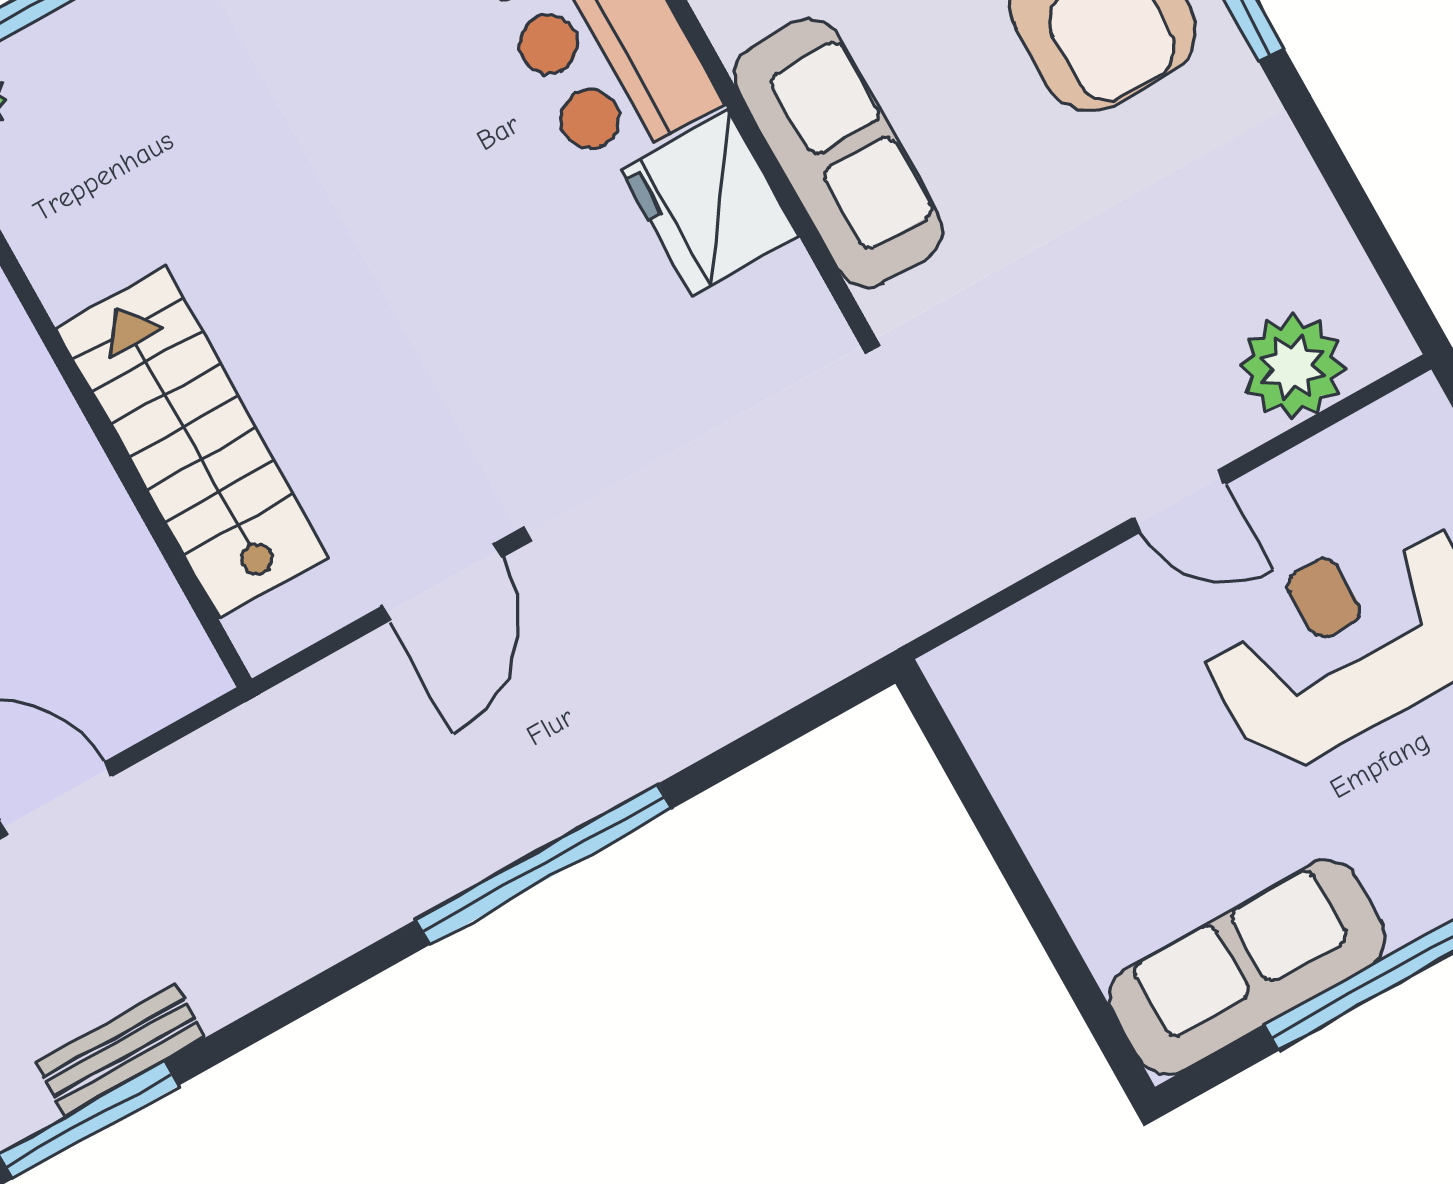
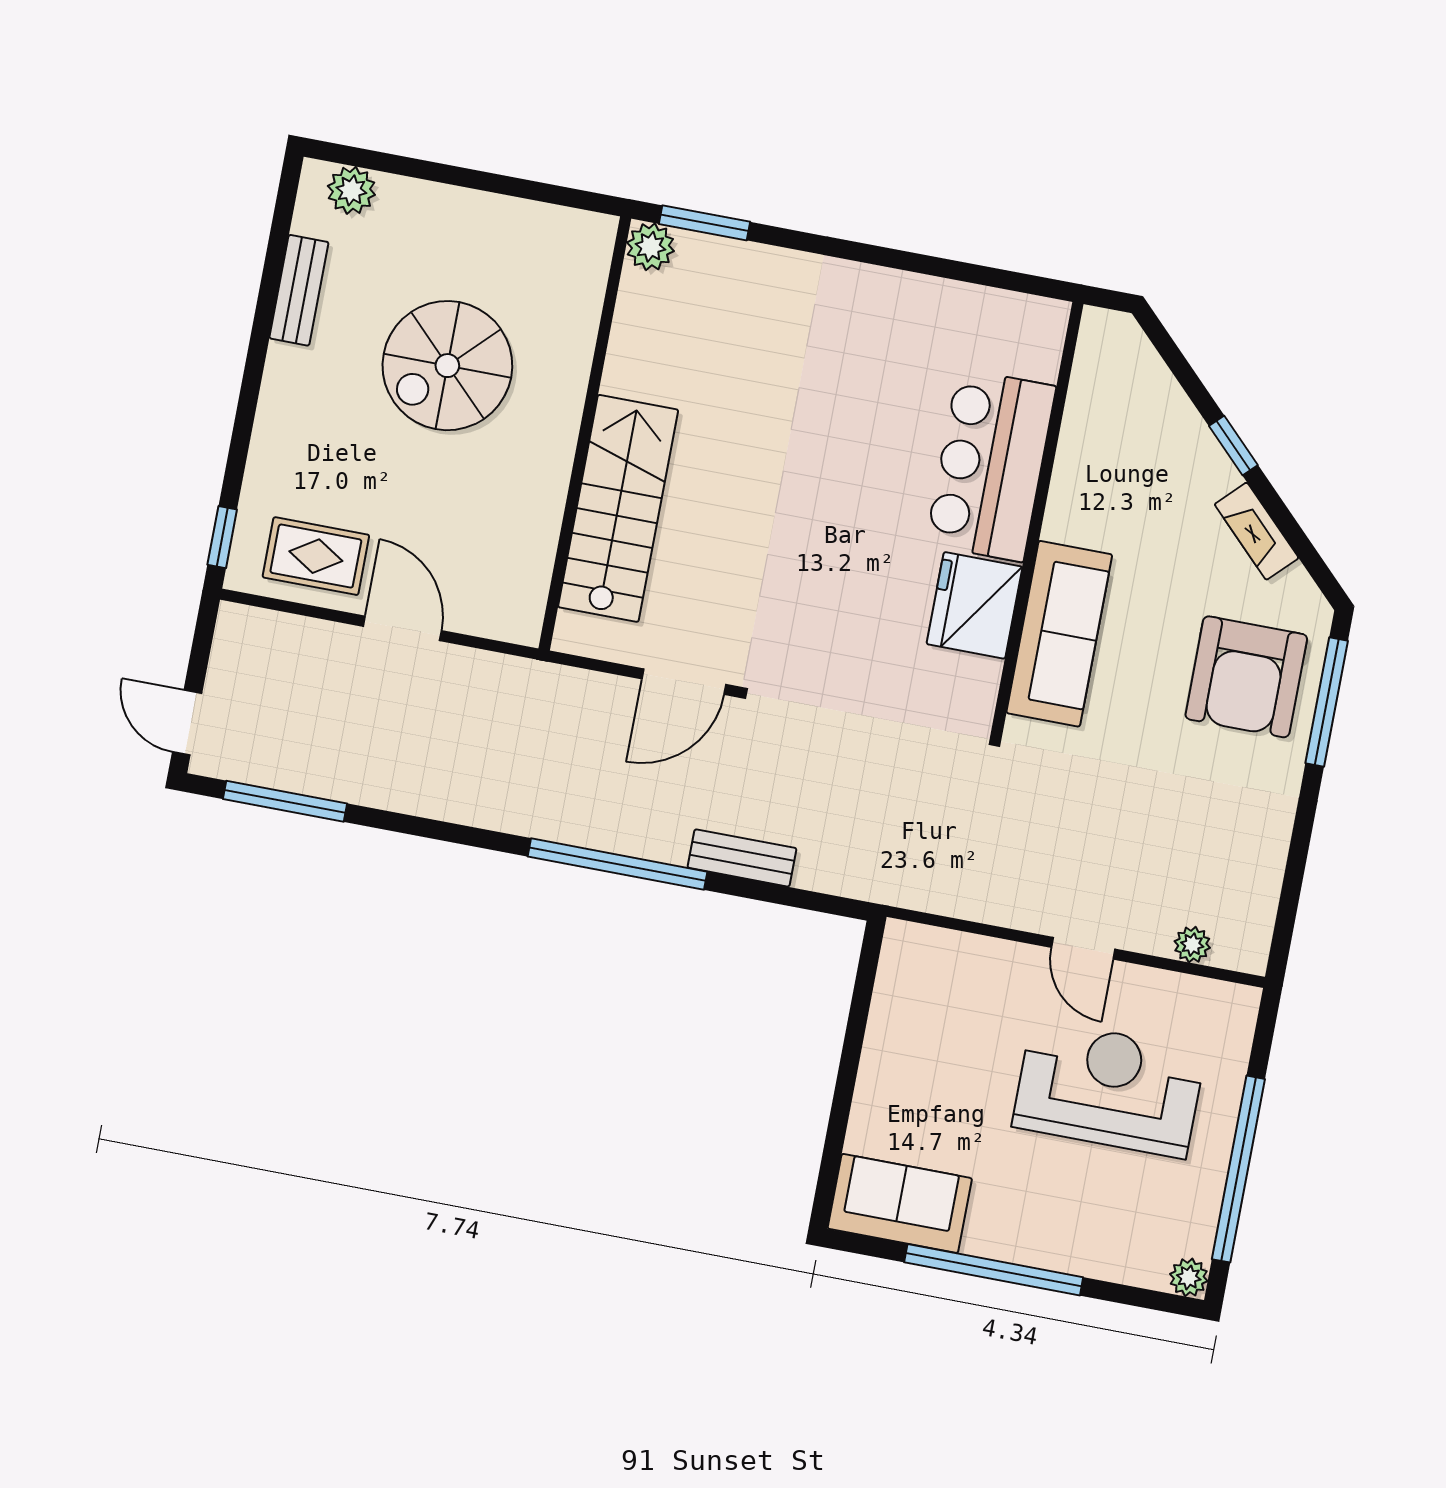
plant: (1292, 367) -> (1192, 945), width x0.53, depth x0.53
sofa: (1248, 967) -> (900, 1203), width x0.73
bench: (120, 1050) -> (742, 858), moved

